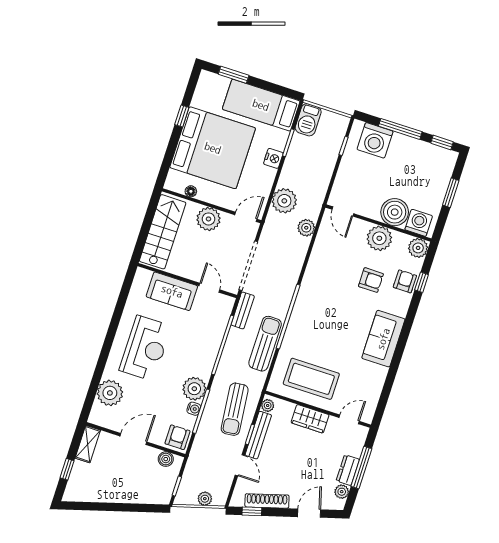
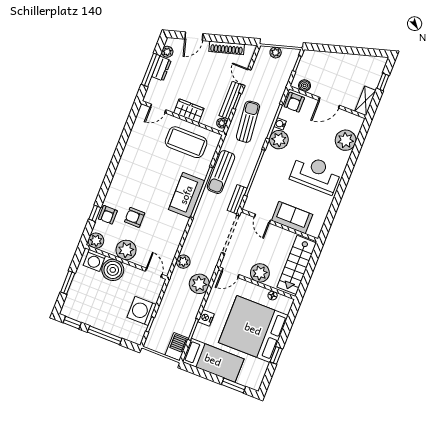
washing machine: (375, 140) -> (142, 311), moved, turned -90
sofa: (383, 339) -> (186, 195), moved, turned 180
reception desk: (145, 348) -> (316, 174), turned 90
window: (252, 511) -> (239, 40), removed

